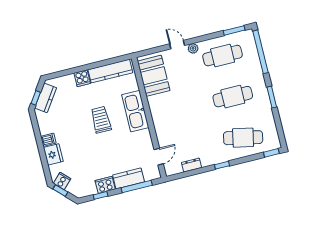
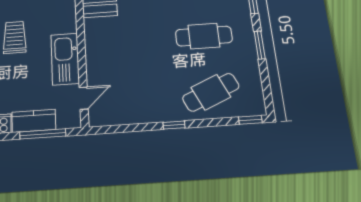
kitchen sink: (135, 111) -> (65, 59), moved
cafe table: (243, 138) -> (211, 92), turned -36
dresser: (192, 165) -> (129, 117), removed

